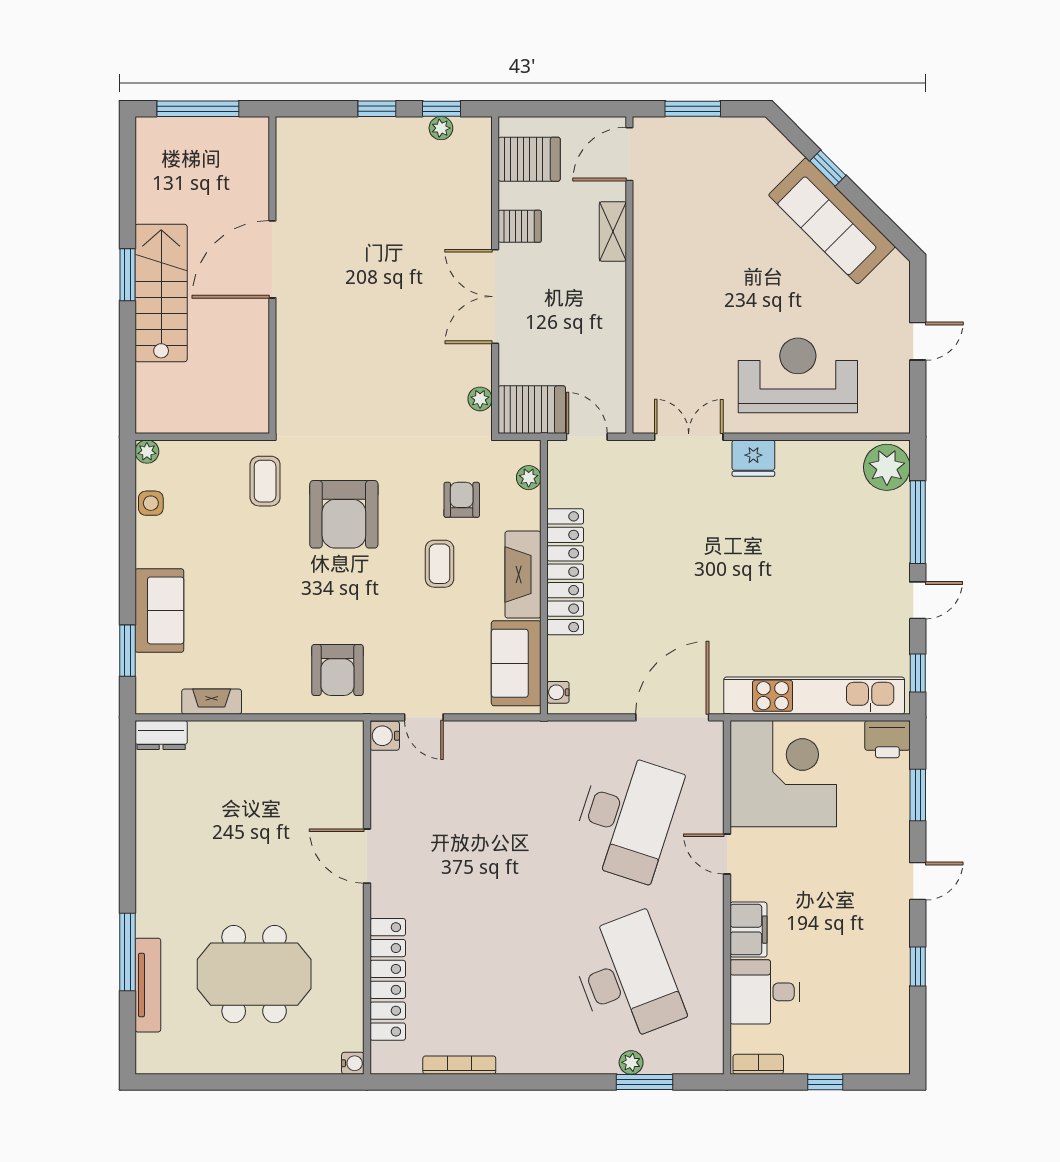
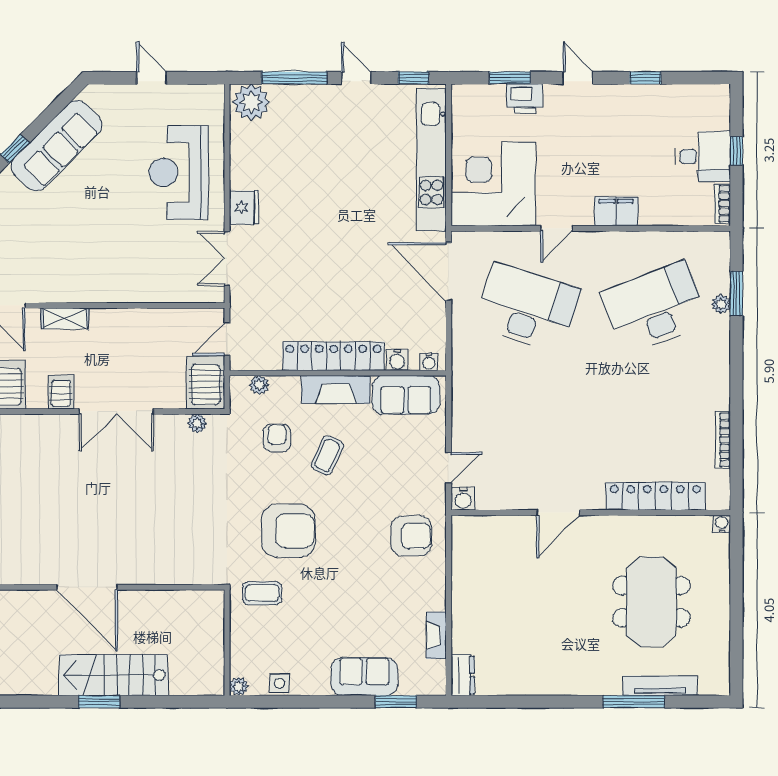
armchair: (462, 500) -> (277, 438), turned 90
coffee table: (440, 564) -> (327, 455), turned -65
water cooler: (560, 652) -> (397, 360), added
printer: (887, 739) -> (525, 99), moved, turned 90
desk: (765, 992) -> (703, 157), moved, turned -90

